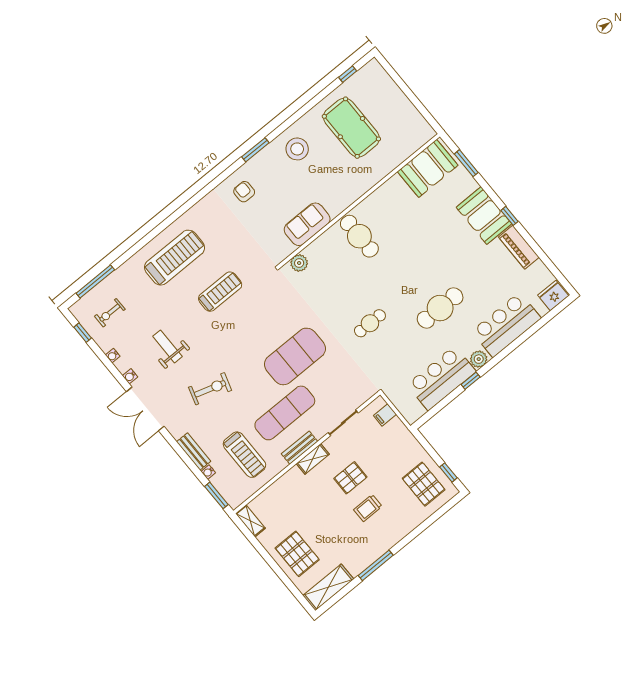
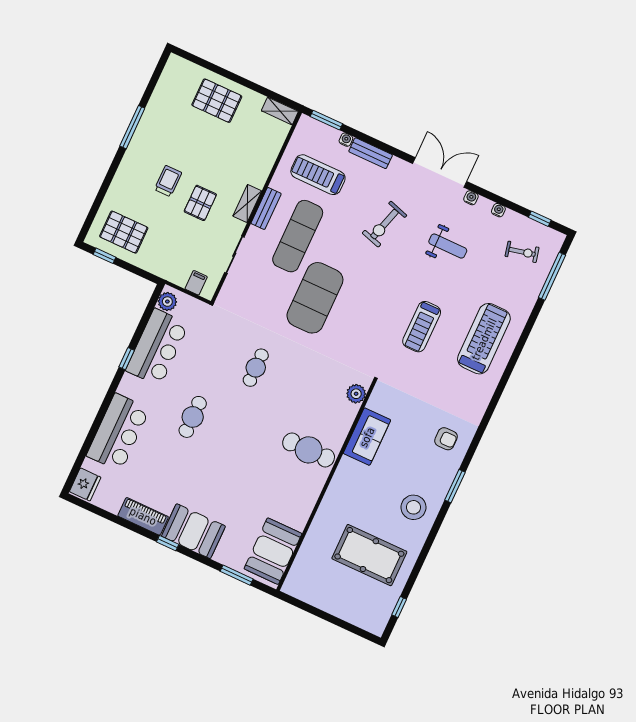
treadmill: (175, 258) -> (484, 339), turned 180
cafe table: (440, 308) -> (193, 417), width x0.73, depth x0.74
exercise bike: (110, 313) -> (522, 252), turned 77
plant: (479, 359) -> (167, 302), moved
shelving: (328, 587) -> (169, 82), removed

